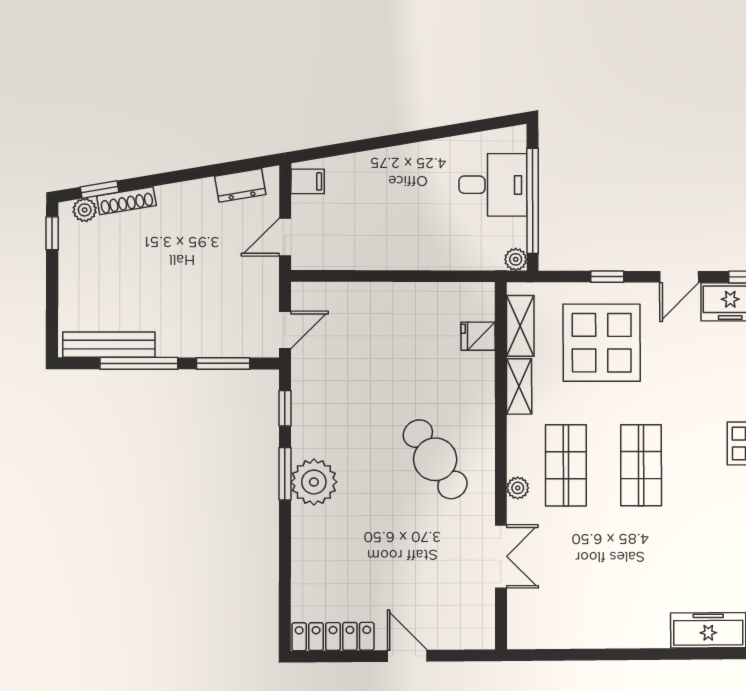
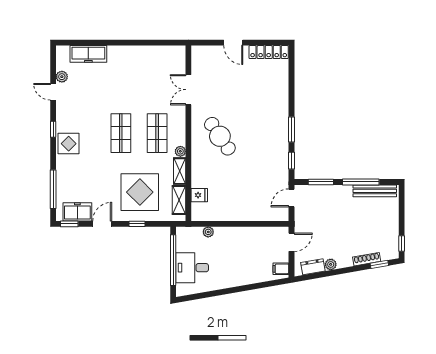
plant: (85, 210) -> (331, 264), moved
plant: (516, 259) -> (208, 232), moved
plant: (314, 482) -> (278, 126), removed
plant: (518, 488) -> (180, 151), moved

